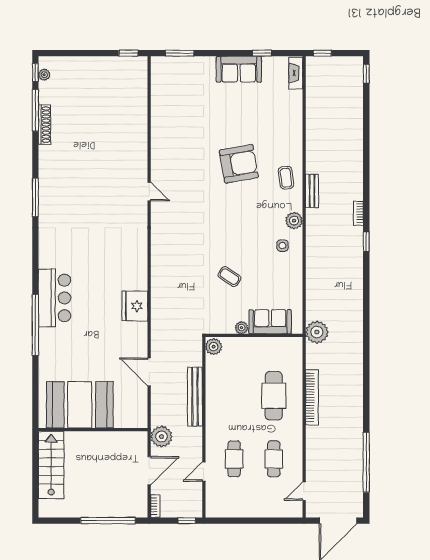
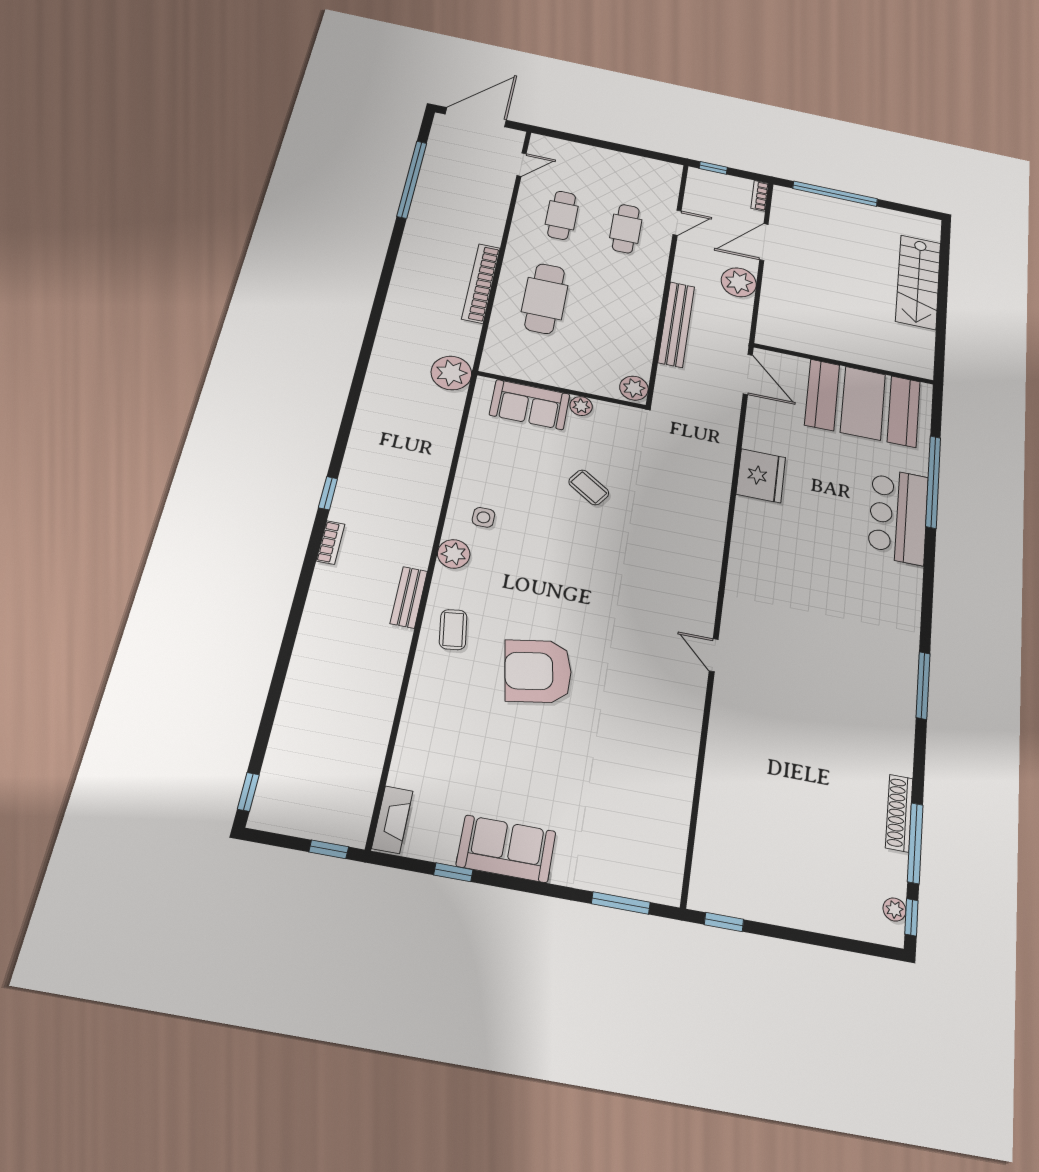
booth: (80, 405) -> (863, 403), moved
wall: (93, 430) -> (844, 364), moved

